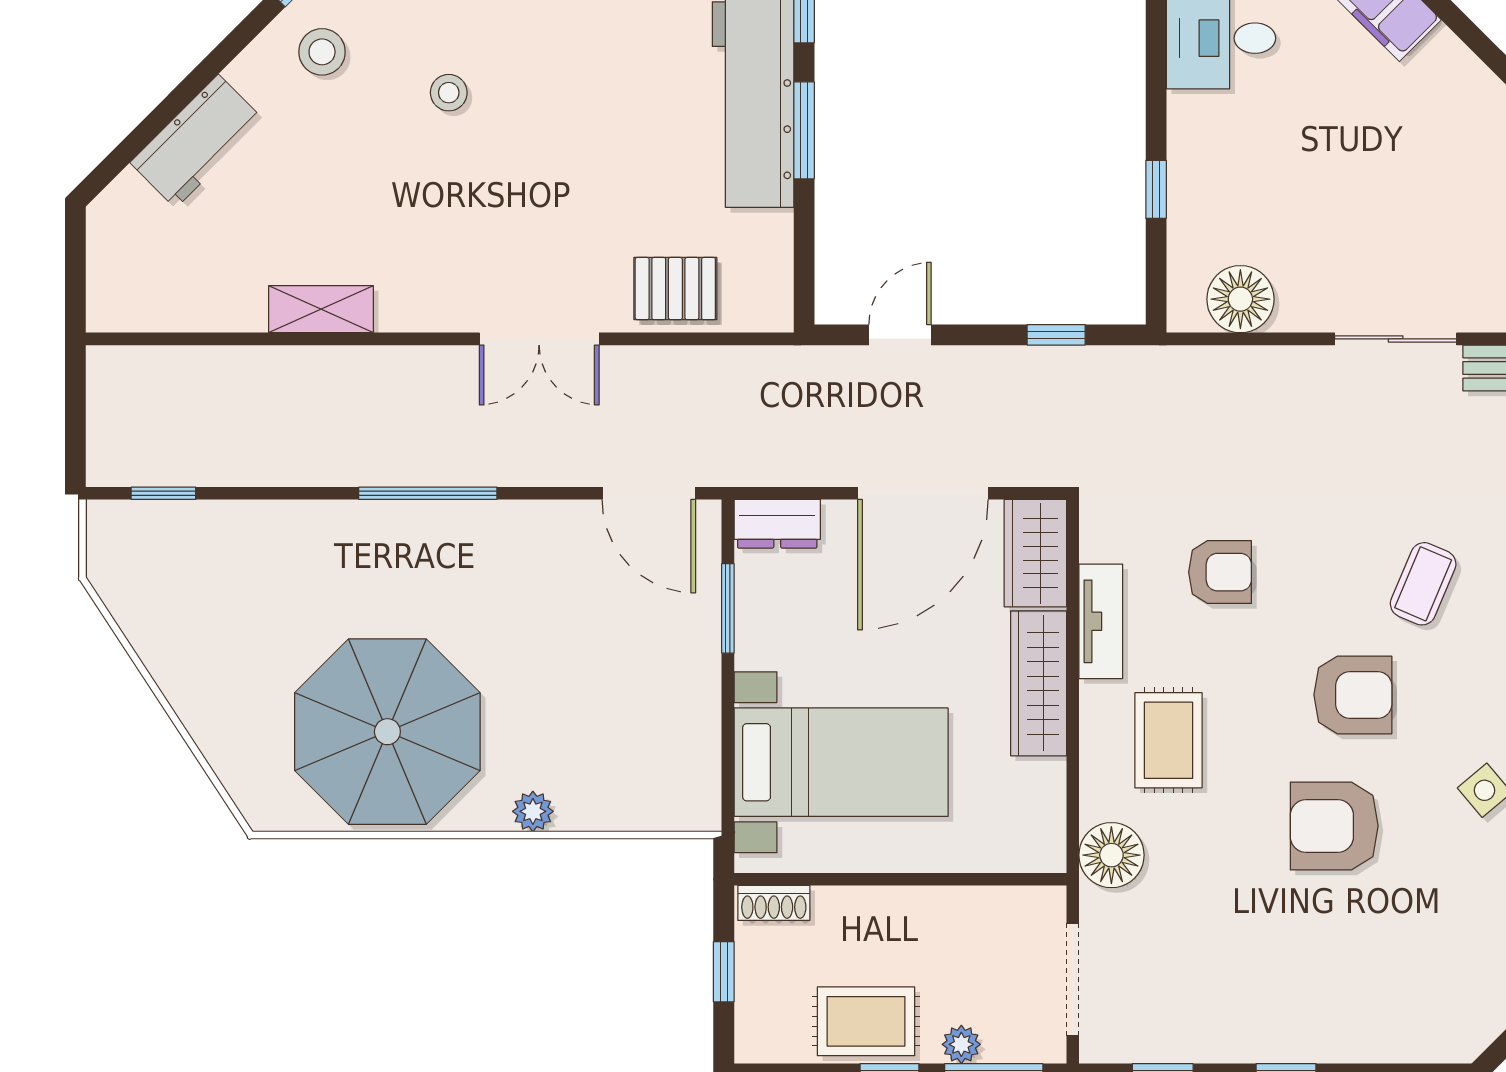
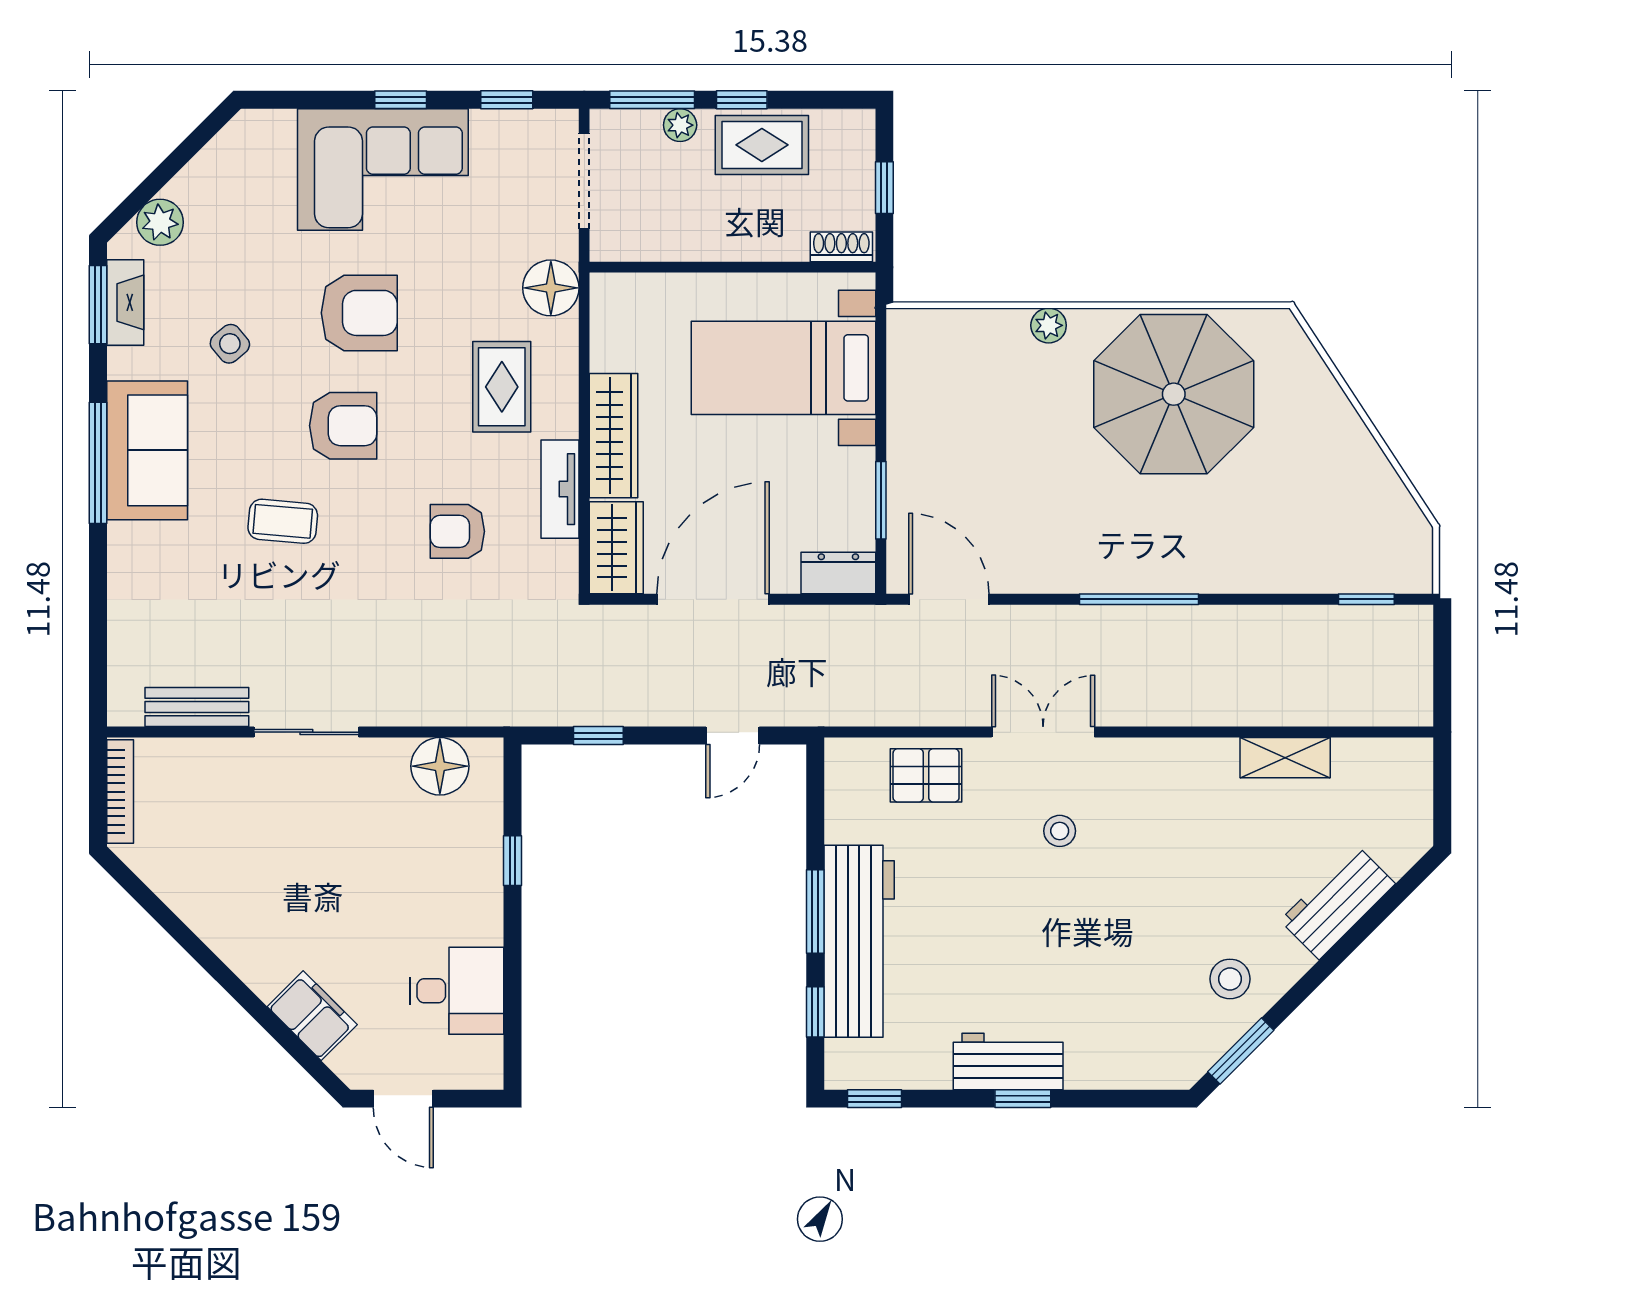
stool: (449, 93) -> (1060, 831), moved
shelving: (321, 309) -> (1285, 758), moved
coffee table: (1423, 584) -> (283, 521), turned 72
armchair: (1353, 695) -> (343, 426), turned 180
corner sofa: (1307, 993) -> (383, 170), added

